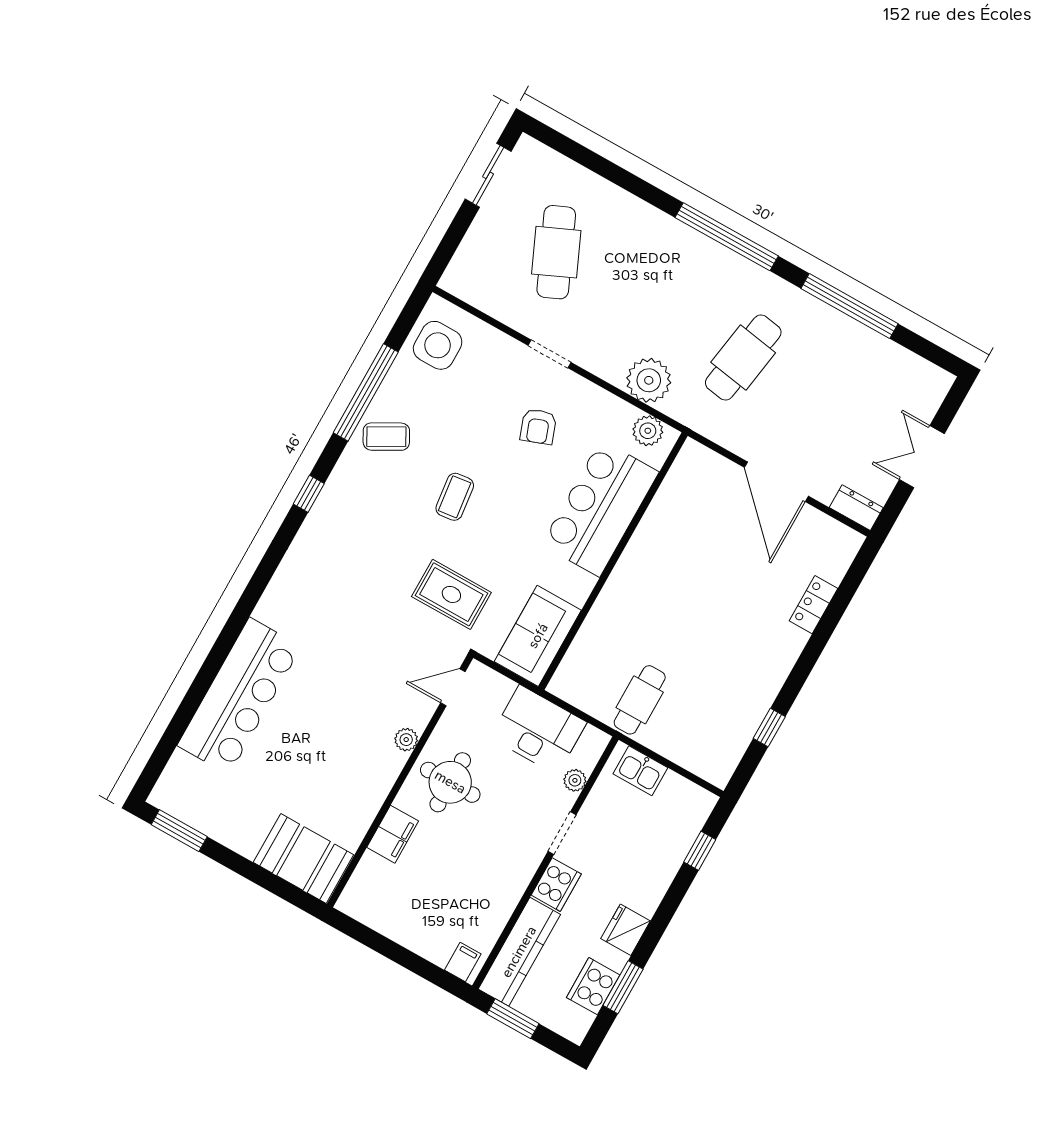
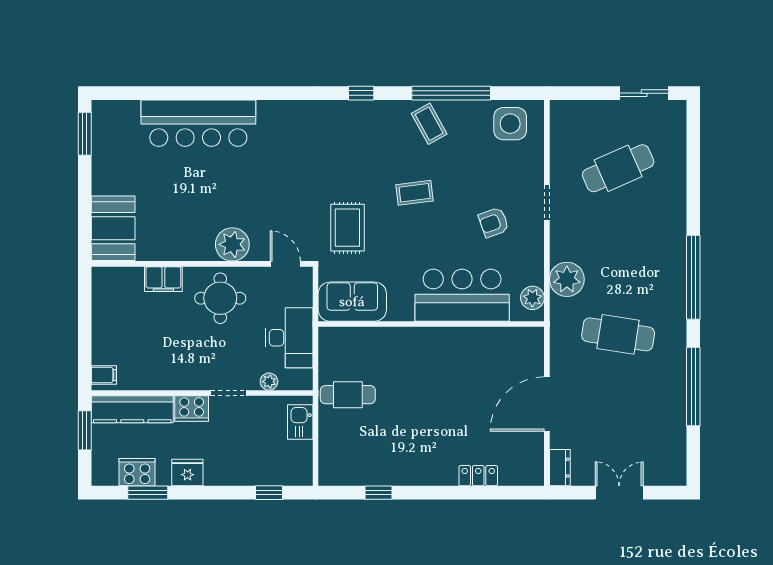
plant: (406, 740) -> (232, 244), width x1.88, depth x1.88

